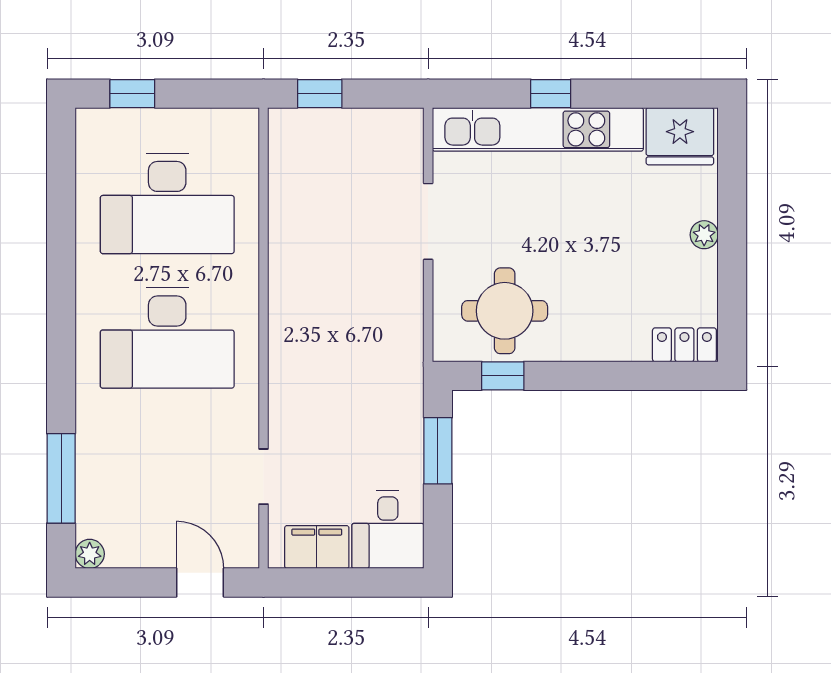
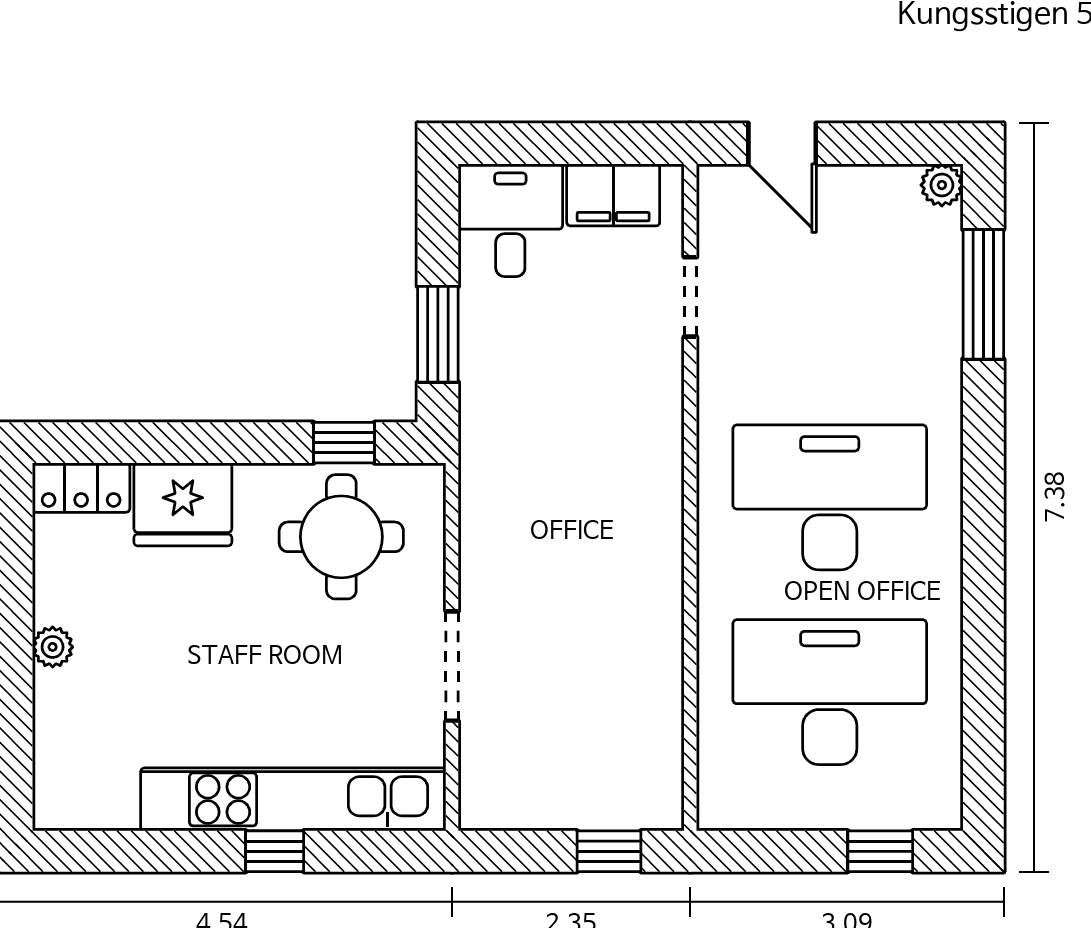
fridge: (680, 136) -> (183, 504), moved, turned 180

